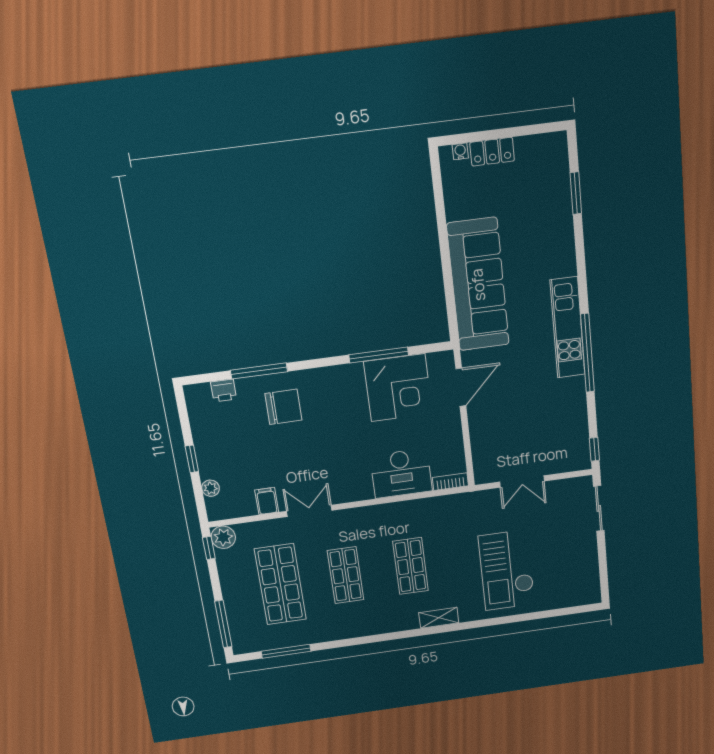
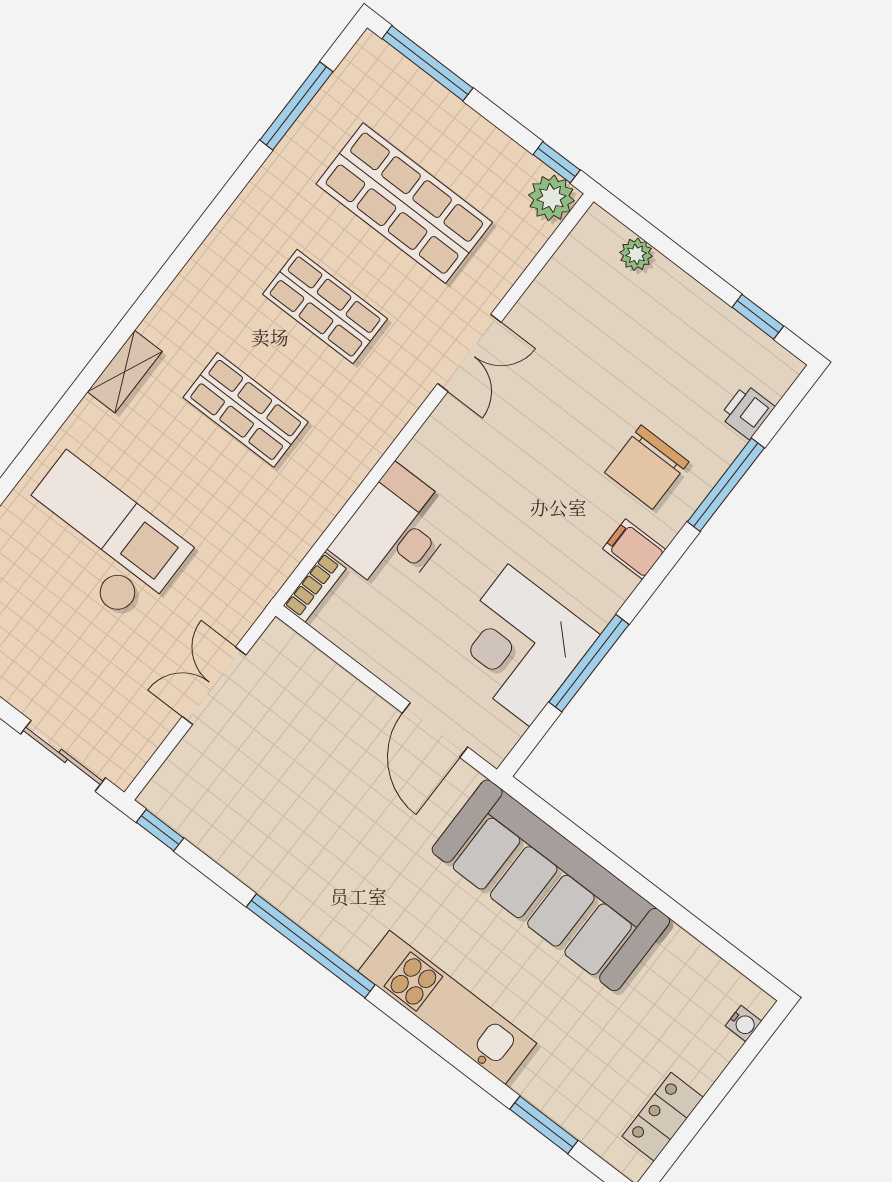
locker: (492, 152) -> (663, 1117), moved
kitchen unit: (567, 328) -> (447, 1007), moved
window: (192, 459) -> (758, 317), moved
filing cabinet: (267, 501) -> (634, 549), moved, turned 180

